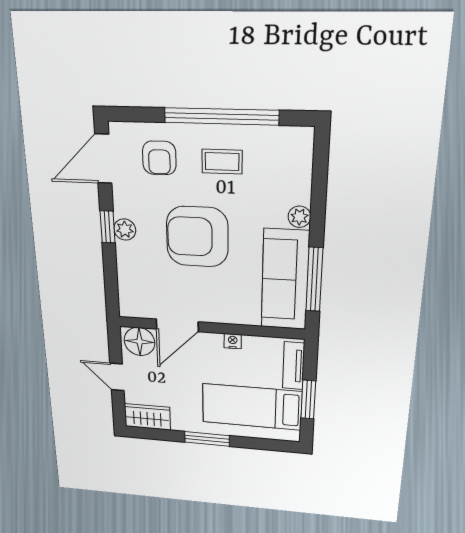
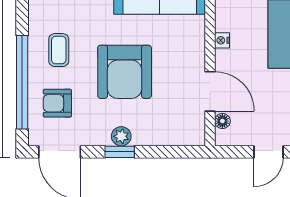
window: (221, 116) -> (22, 82), moved
armchair: (159, 158) -> (57, 103), turned 180
floor lamp: (139, 342) -> (222, 121), width x0.53, depth x0.53

